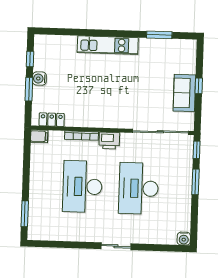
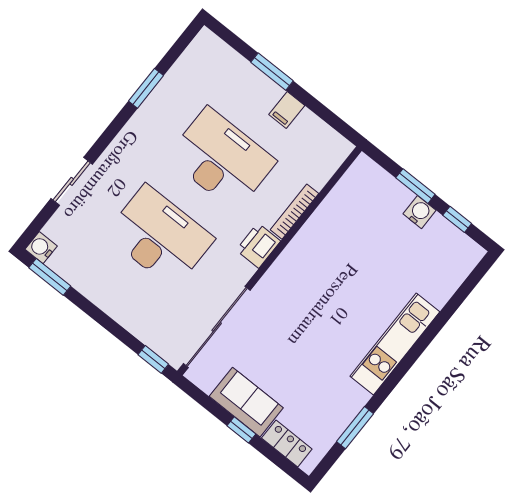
locker: (52, 120) -> (287, 443), moved, turned -90
filing cabinet: (39, 136) -> (287, 110), moved
window: (196, 182) -> (50, 277), moved
window: (25, 214) -> (272, 72), moved
window: (76, 245) -> (146, 88), added
sliding door: (116, 246) -> (72, 181), moved

